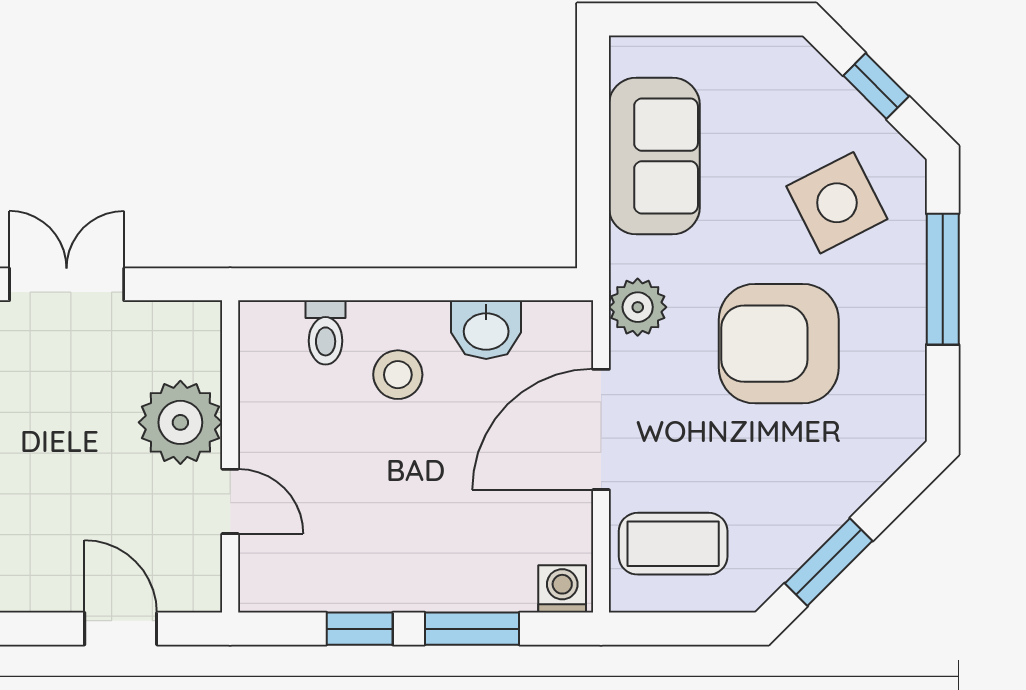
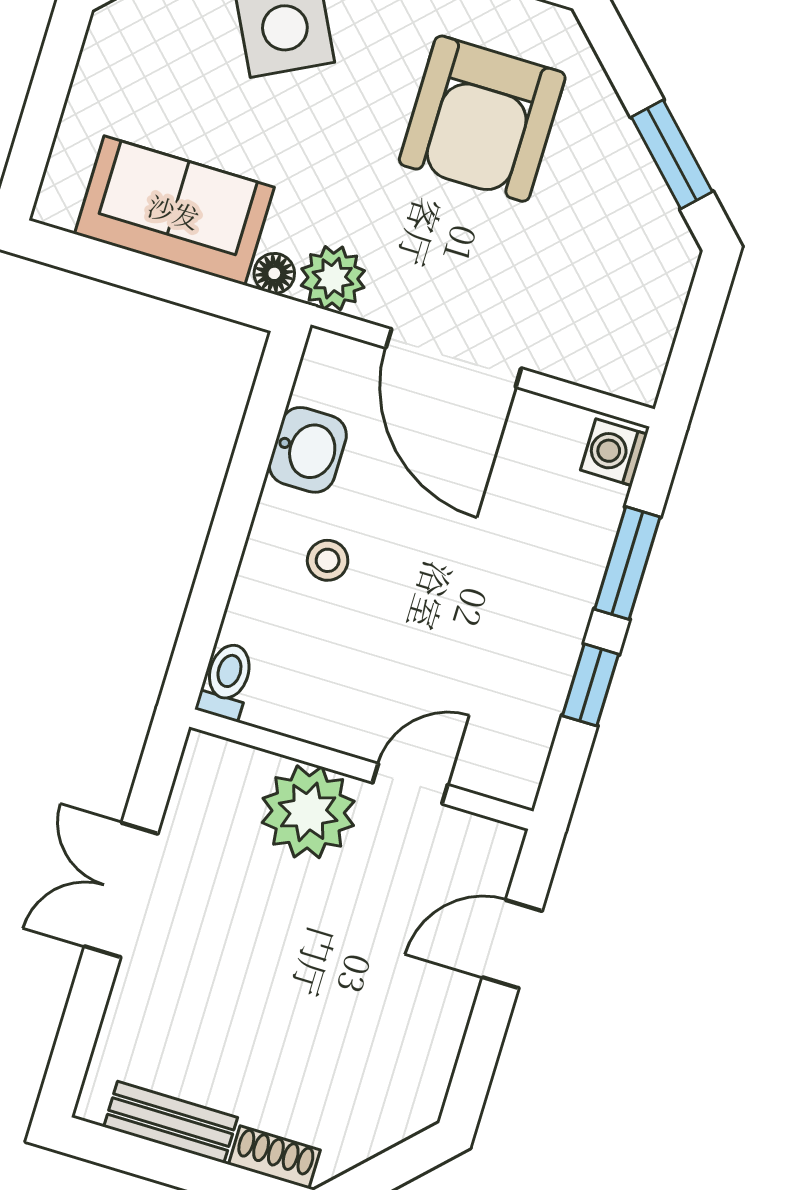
floor lamp: (627, 256) -> (274, 273), added
toilet: (326, 332) -> (227, 681), moved, turned -90
armchair: (779, 344) -> (482, 119), moved
stool: (398, 375) -> (328, 560), width x0.73, depth x0.73
coffee table: (673, 544) -> (601, 317), removed

